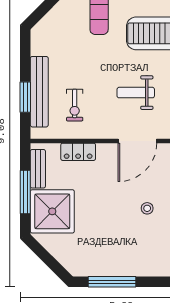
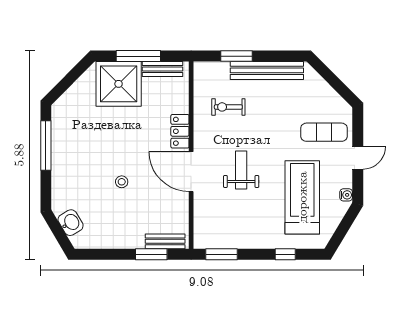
bench: (39, 92) -> (267, 70), moved
locker: (78, 152) -> (180, 131), moved

